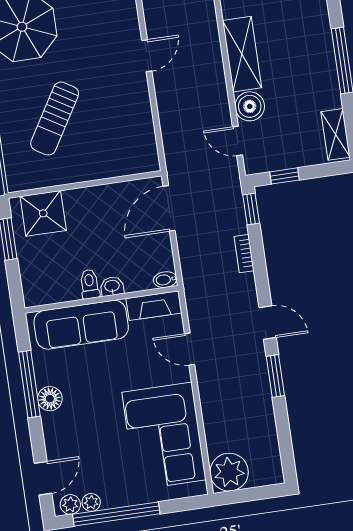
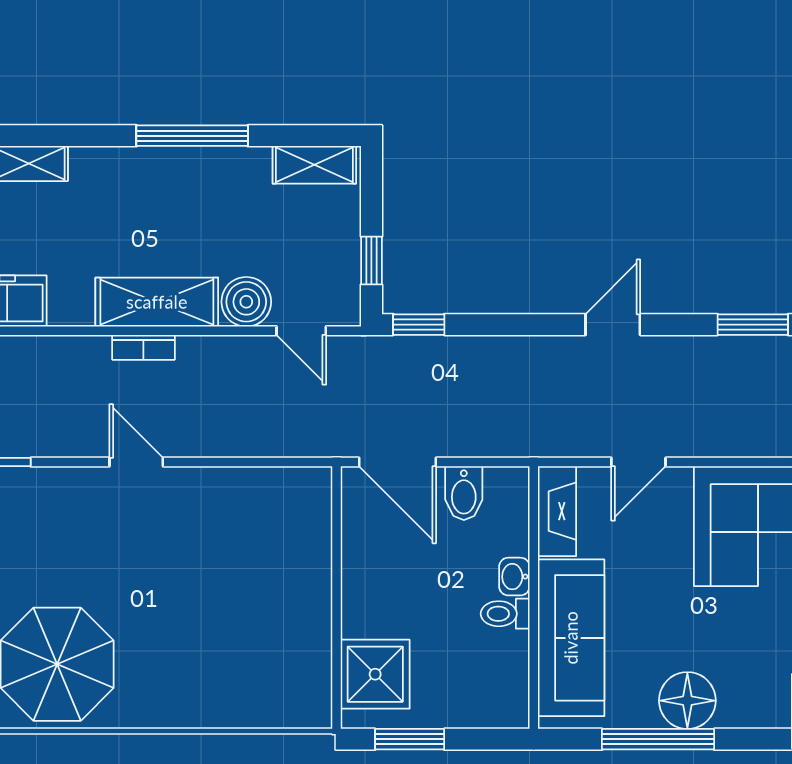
sun lounger: (55, 119) -> (219, 632), removed
door: (238, 141) -> (301, 331), hinge flipped
bookcase: (244, 254) -> (143, 347), moved
bidet: (165, 280) -> (464, 493), moved, width x1.38, depth x1.36
window: (275, 376) -> (753, 325), moved
floor lamp: (50, 399) -> (687, 701), width x1.38, depth x1.38

